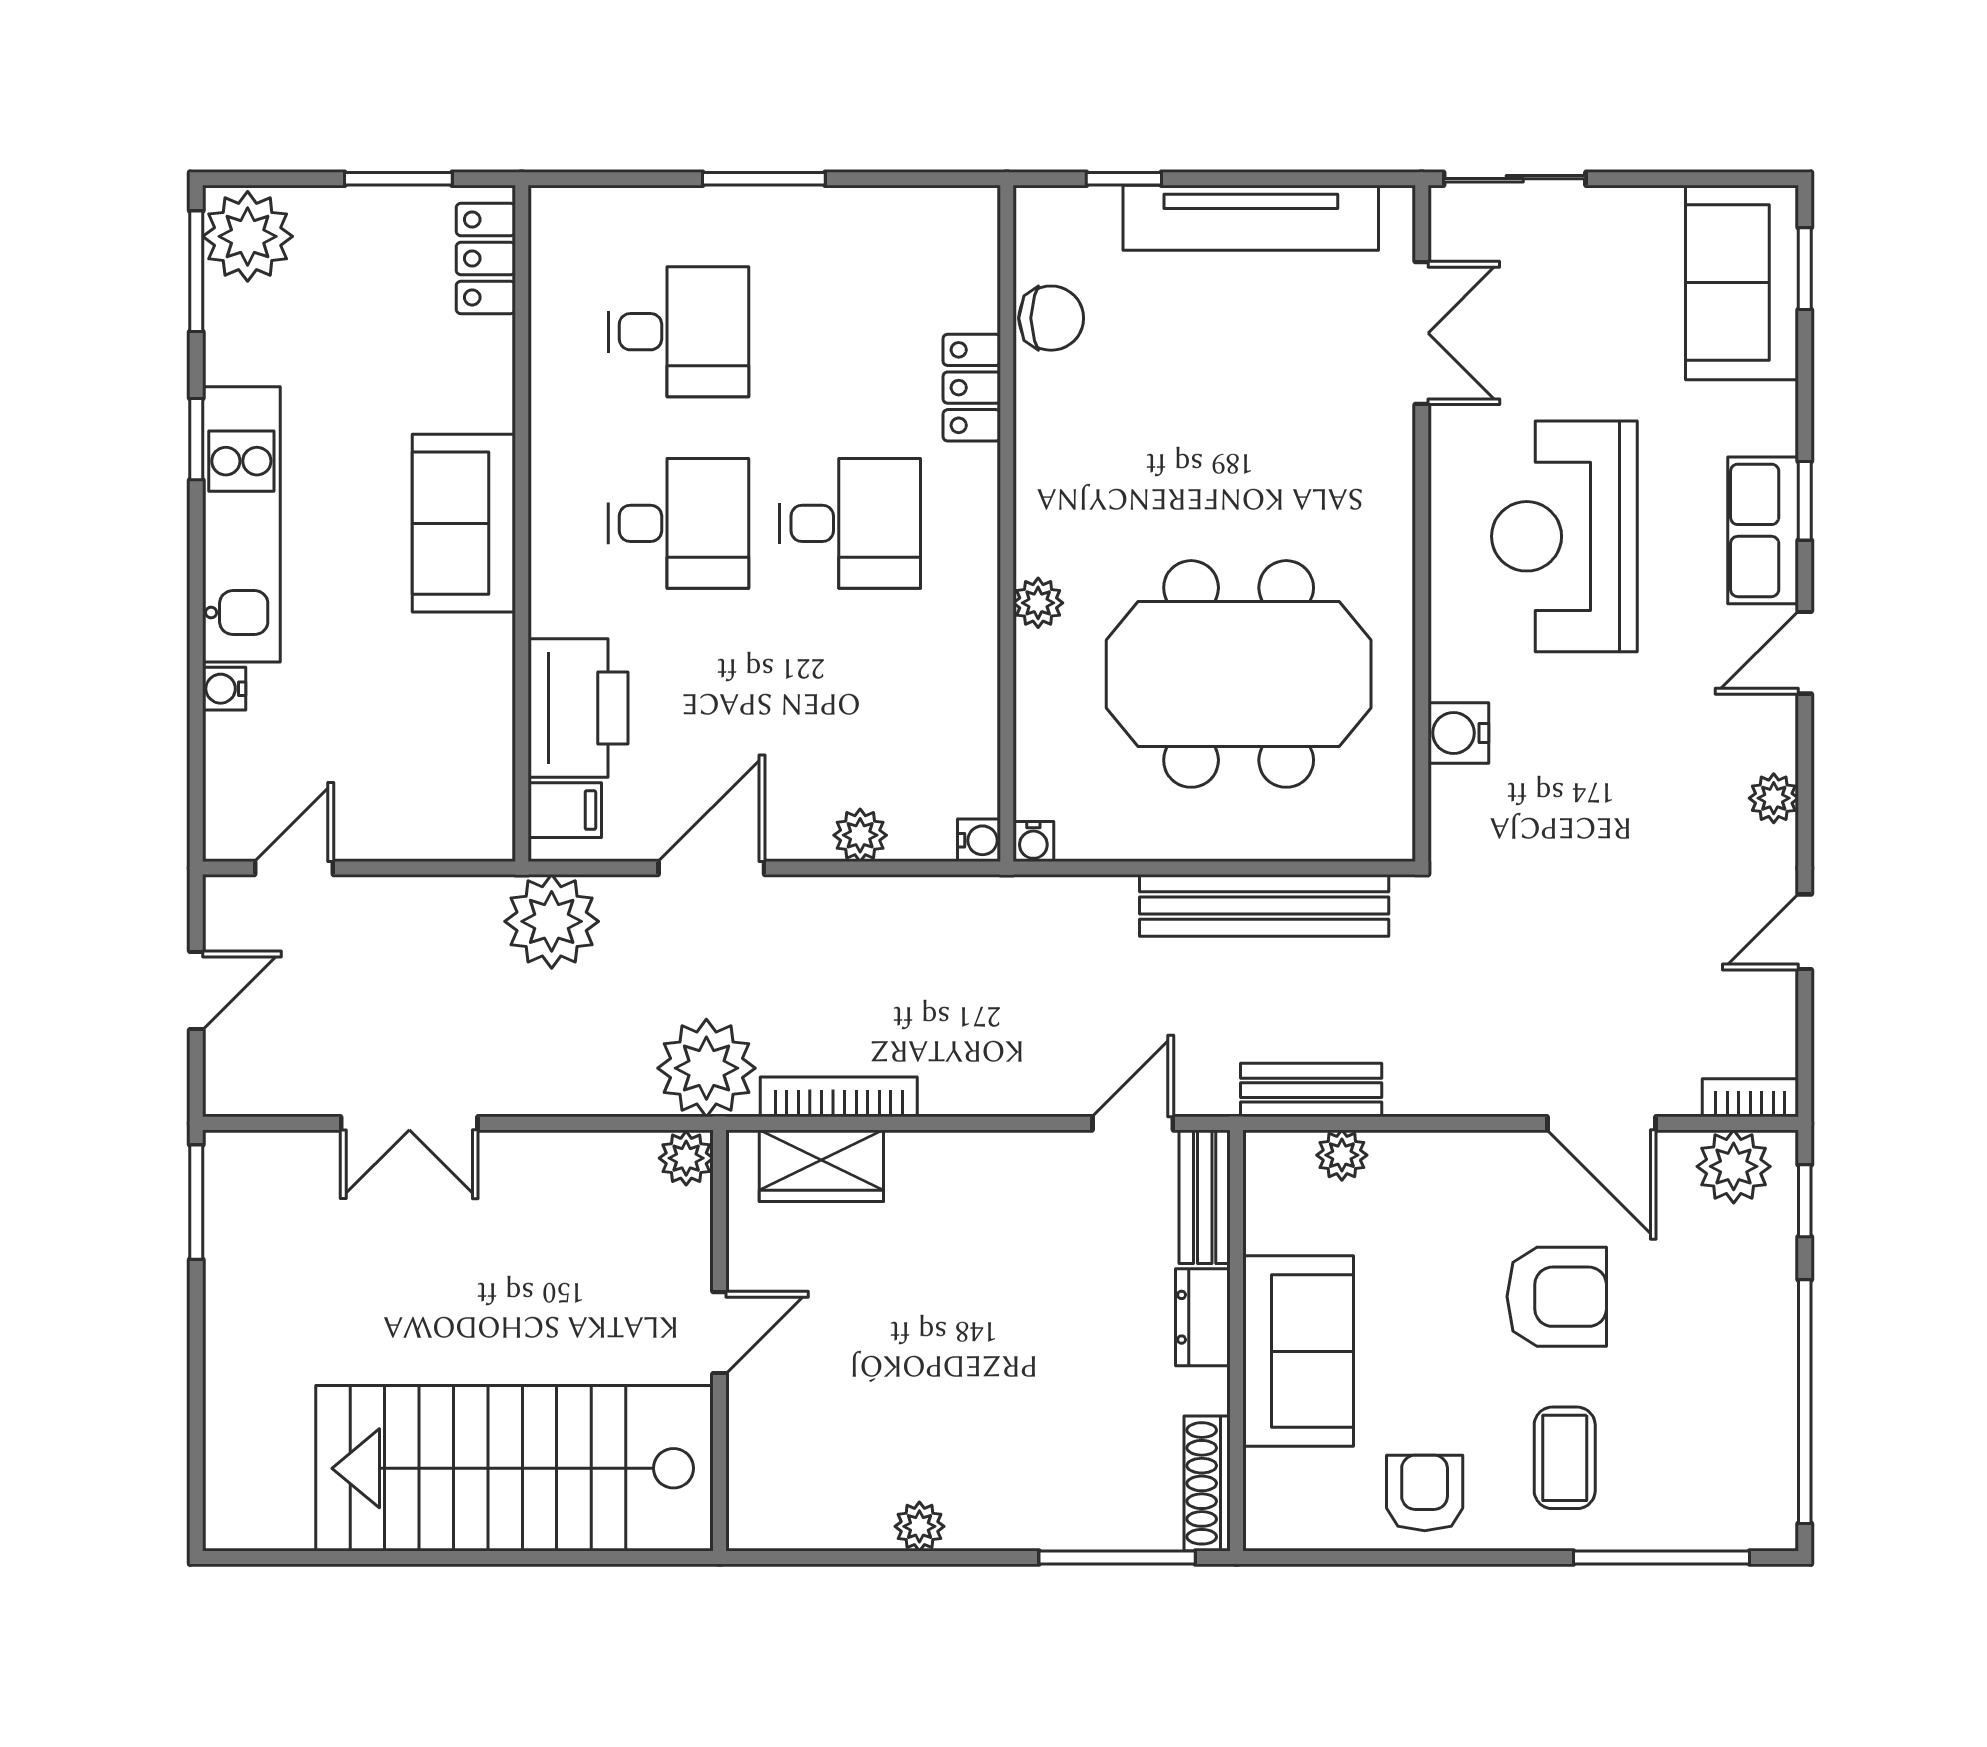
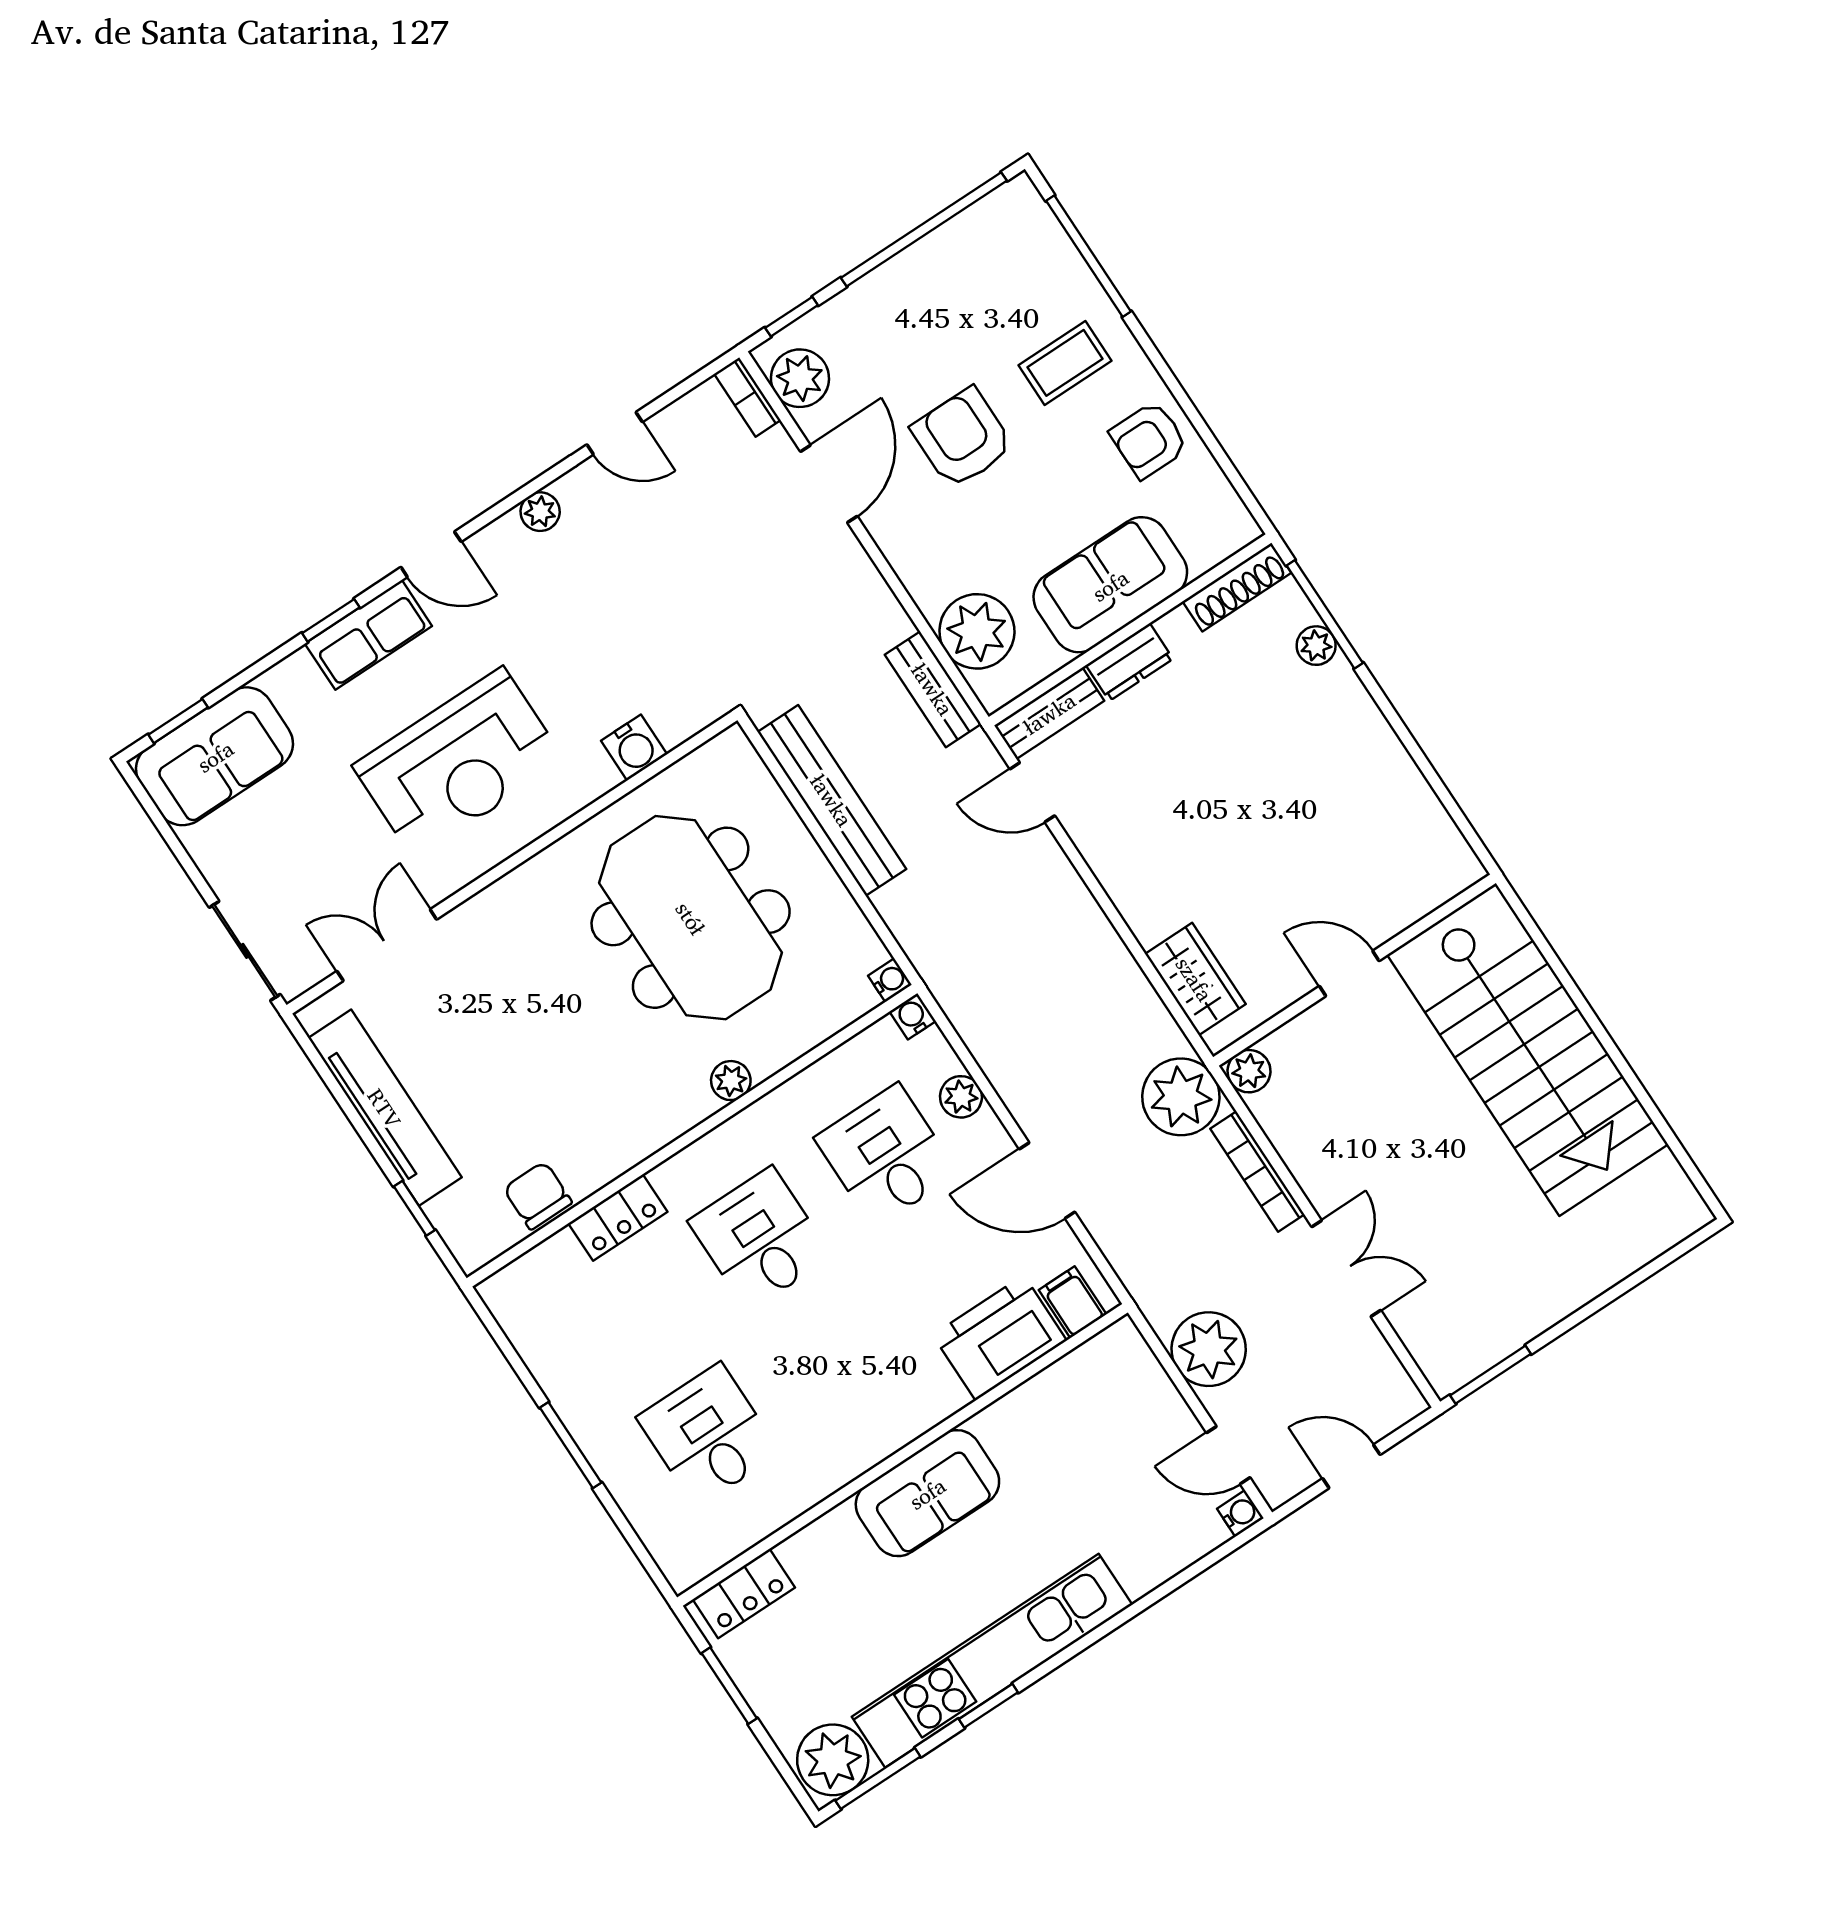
desk: (678, 523) -> (886, 1156), moved
kitchen unit: (241, 524) -> (992, 1661), width x1.36
water cooler: (224, 689) -> (1240, 1513), moved, turned -90
plant: (552, 921) -> (1209, 1349), moved
bookcase: (839, 1097) -> (1257, 1172), moved
plant: (1342, 1155) -> (977, 631), width x1.88, depth x1.88
plant: (919, 1526) -> (1316, 646), moved

